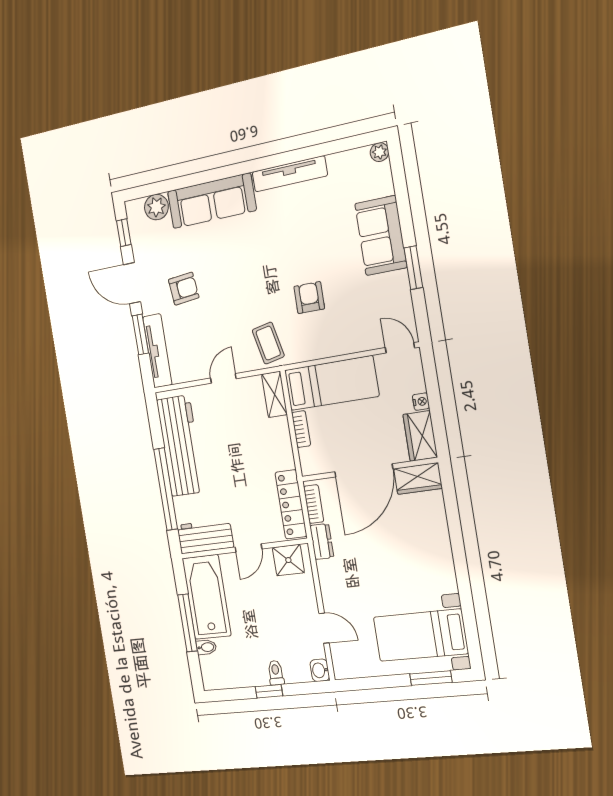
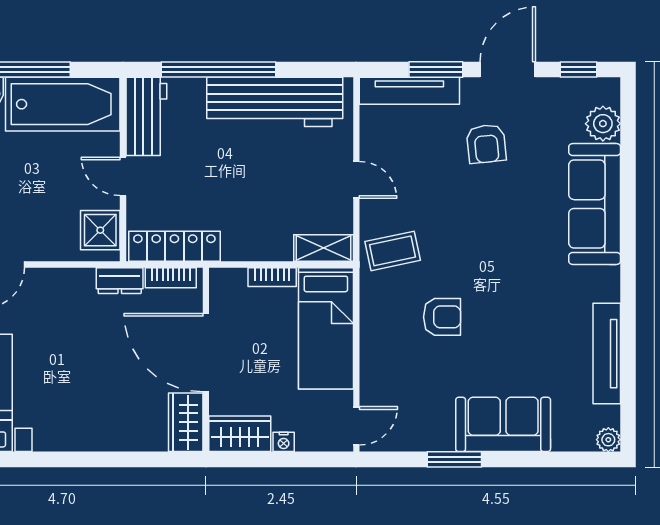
tv unit: (290, 174) -> (607, 354), moved

